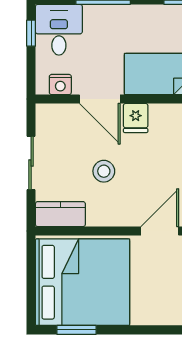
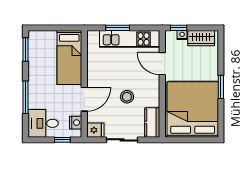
window: (31, 33) -> (62, 140), moved
fridge: (136, 118) -> (95, 130), moved
window: (76, 330) -> (221, 87), moved

